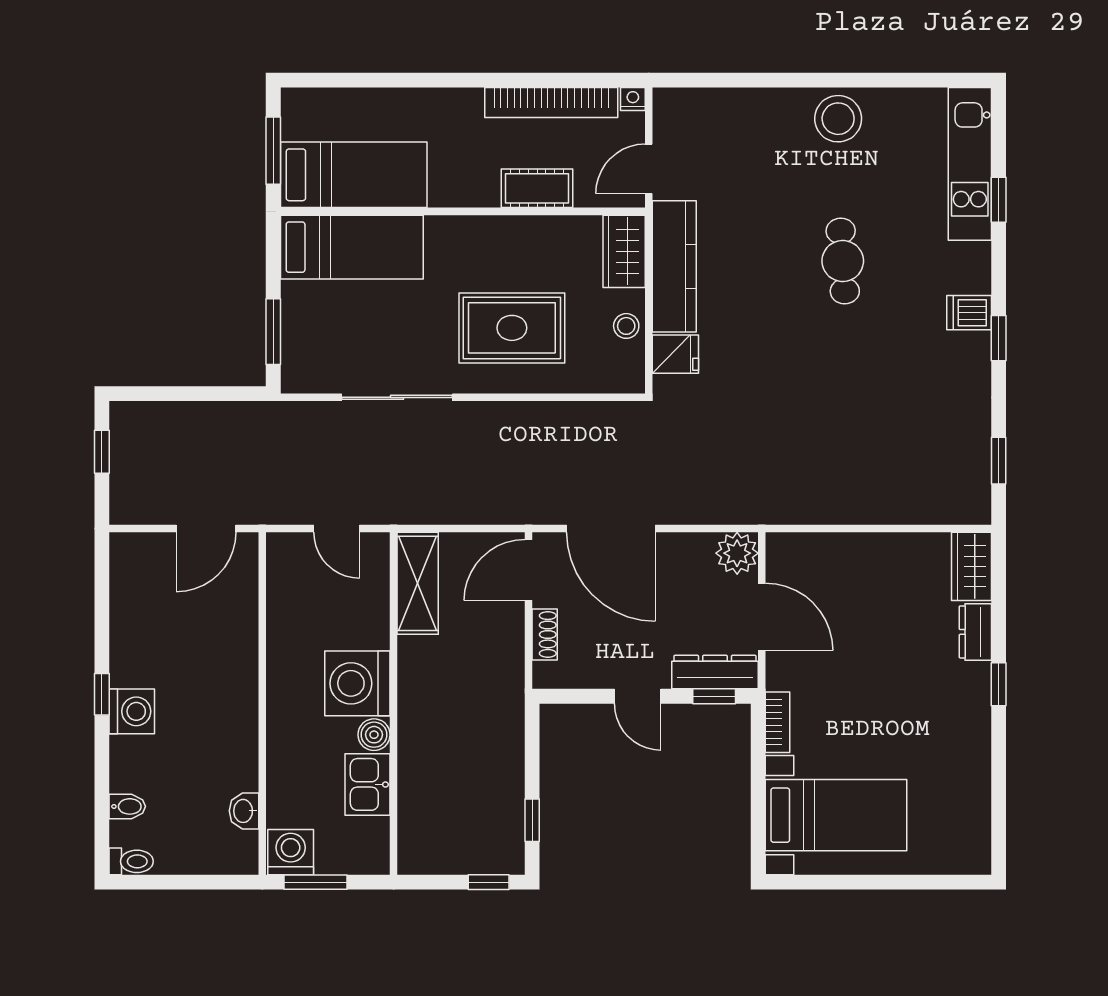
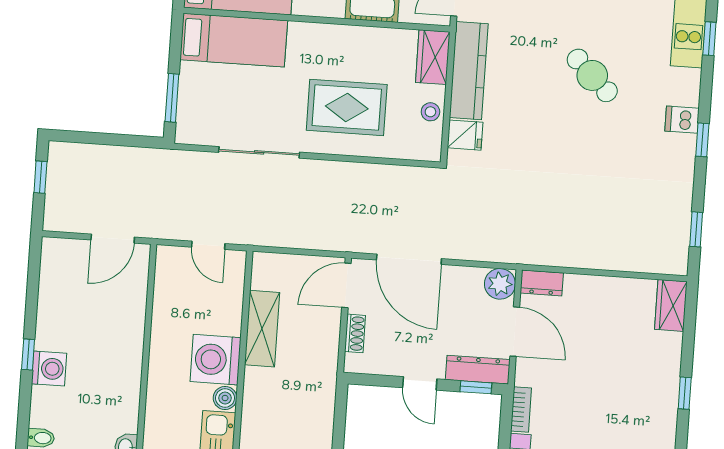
cafe table: (843, 261) -> (592, 75), turned -42
shelving: (418, 583) -> (262, 329), moved
dresser: (975, 632) -> (542, 283), moved, turned -90

